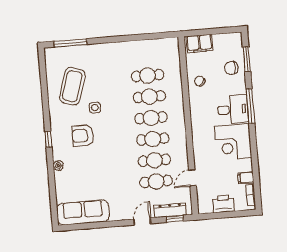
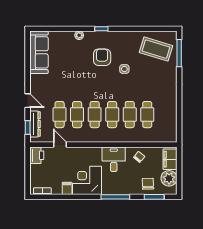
plant: (223, 43) -> (169, 178), added
coffee table: (72, 86) -> (156, 49), moved
desk: (233, 109) -> (114, 159), moved, turned 180
filing cabinet: (246, 178) -> (67, 188), moved
printer: (223, 204) -> (37, 155), moved

